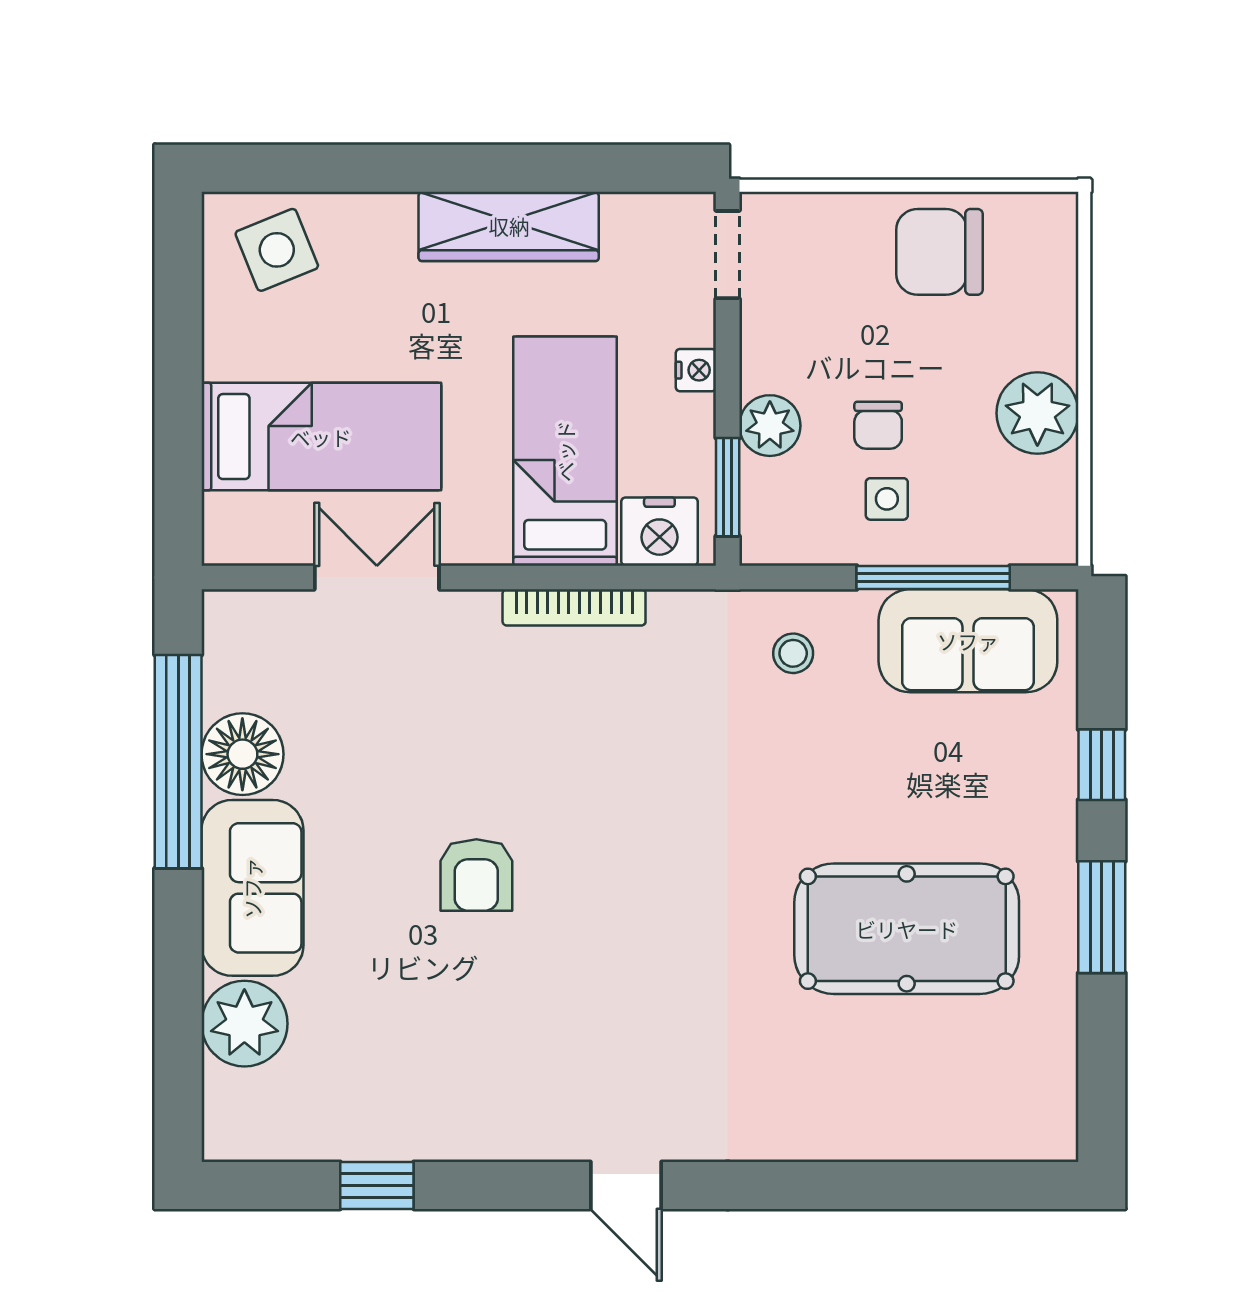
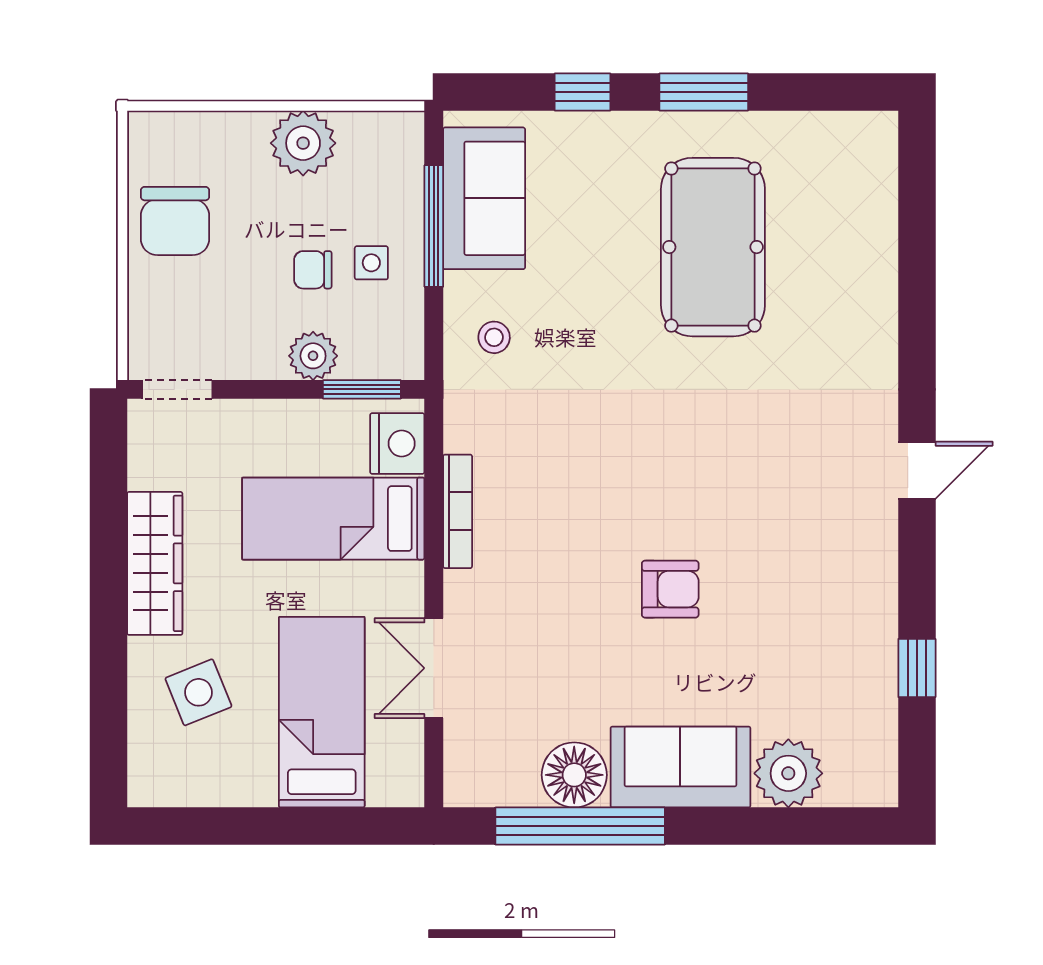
side table: (277, 250) -> (198, 692), moved
nightstand: (696, 370) -> (269, 415), removed
chair: (878, 425) -> (313, 270), turned 180

